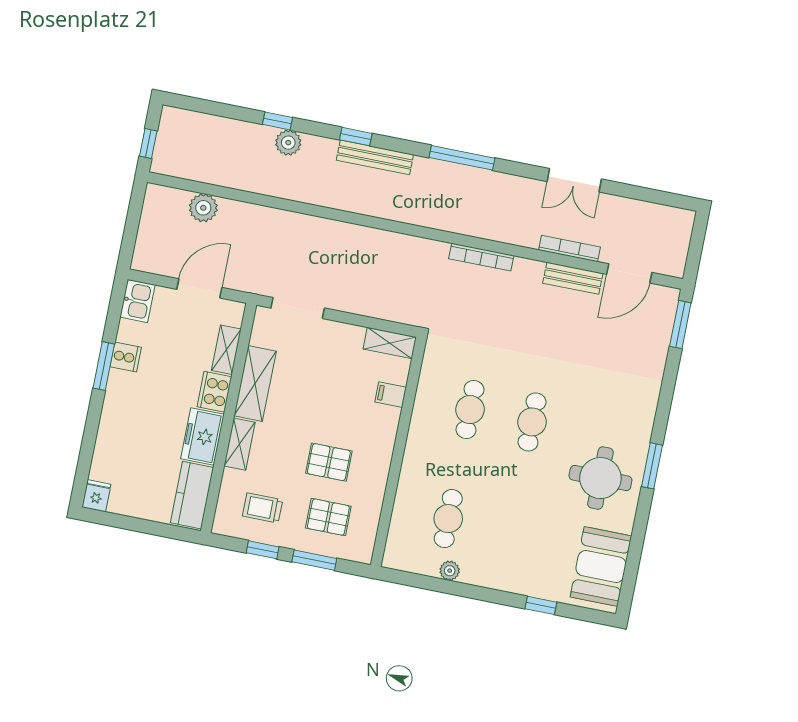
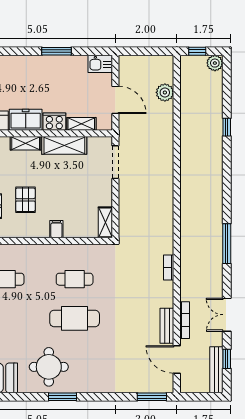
window: (356, 137) -> (227, 359), moved
plant: (288, 143) -> (215, 63), moved
bench: (375, 157) -> (216, 370), moved
bookcase: (481, 257) -> (169, 268), width x0.64
cooker: (126, 357) -> (65, 63), removed
filing cabinet: (391, 395) -> (56, 229), moved
cafe table: (532, 422) -> (75, 318), width x1.37, depth x1.35

